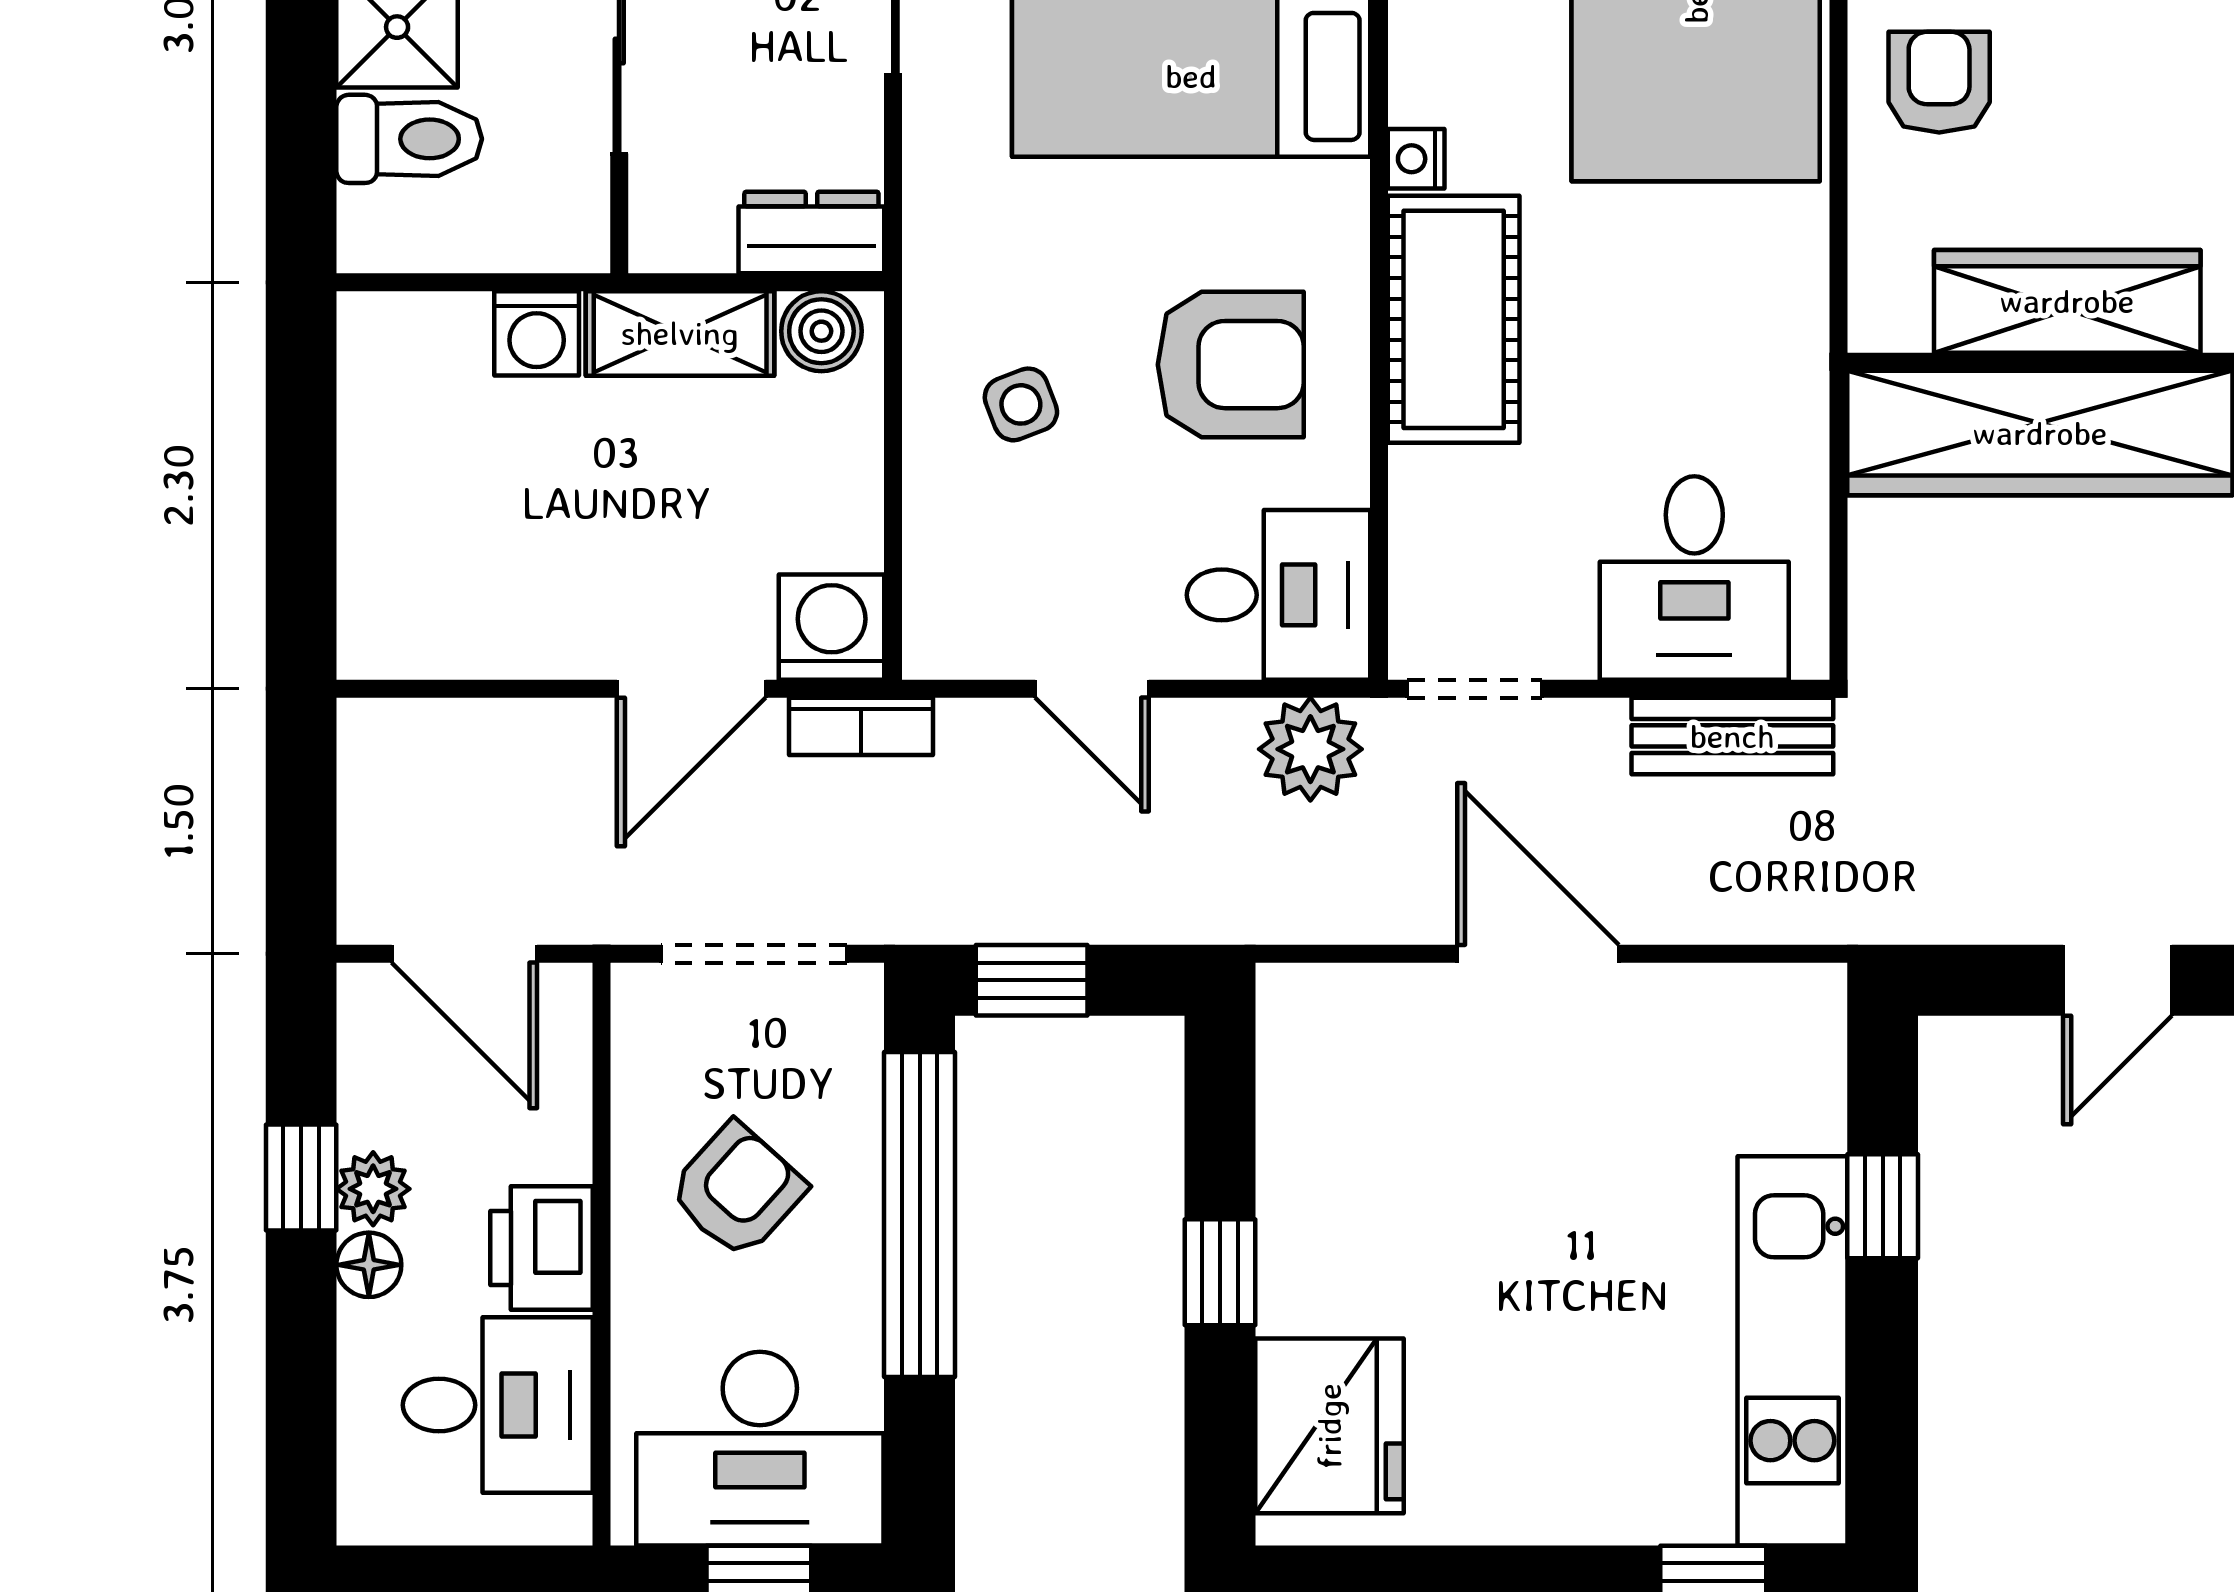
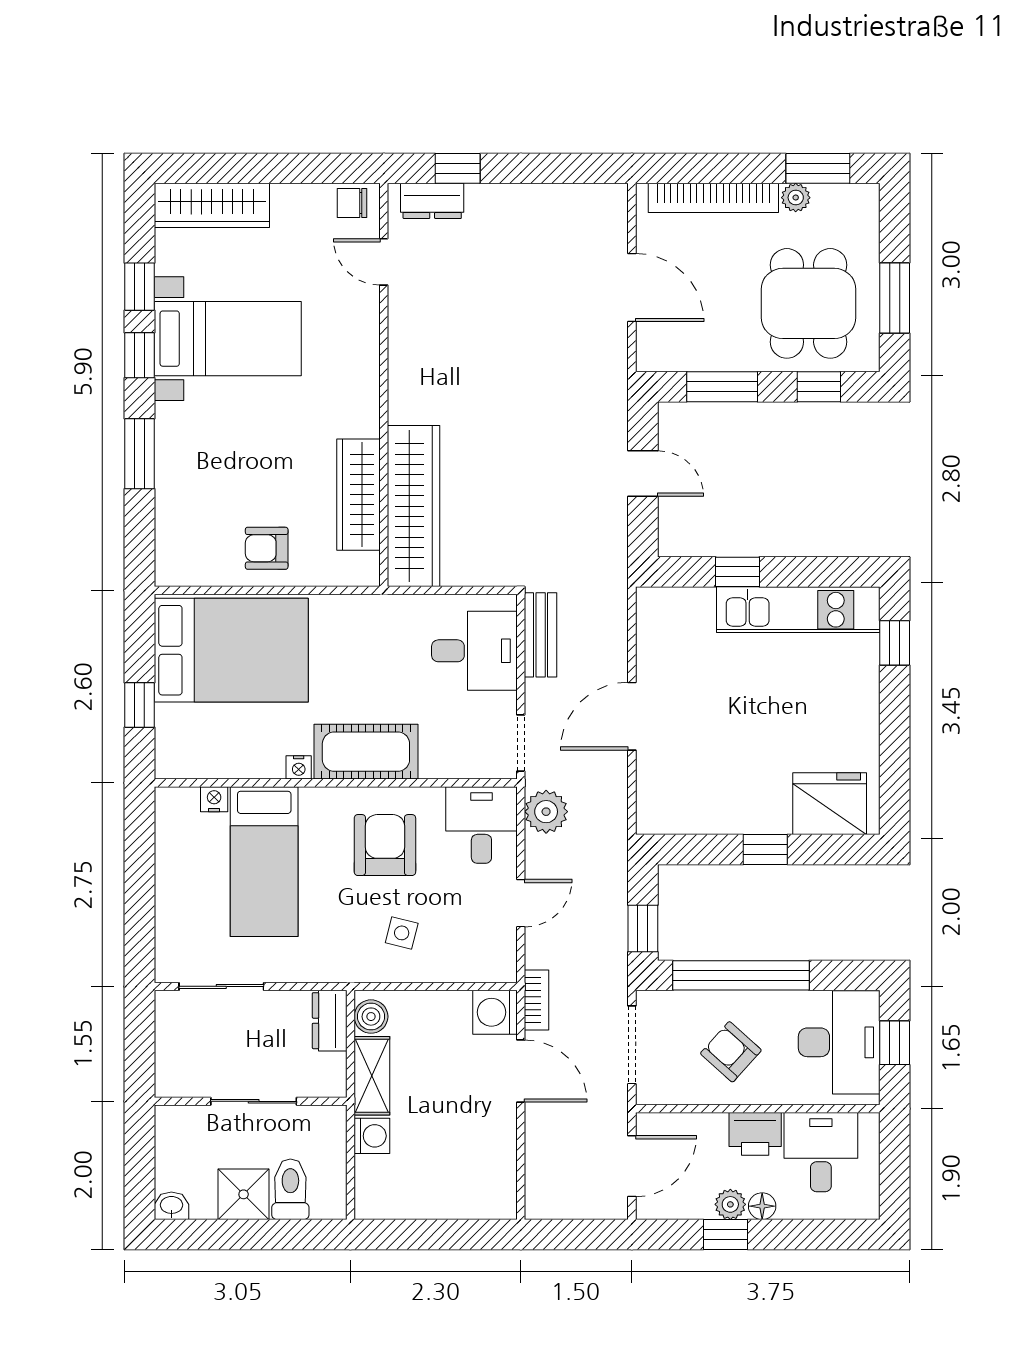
side table: (1021, 404) -> (402, 933), turned 35

